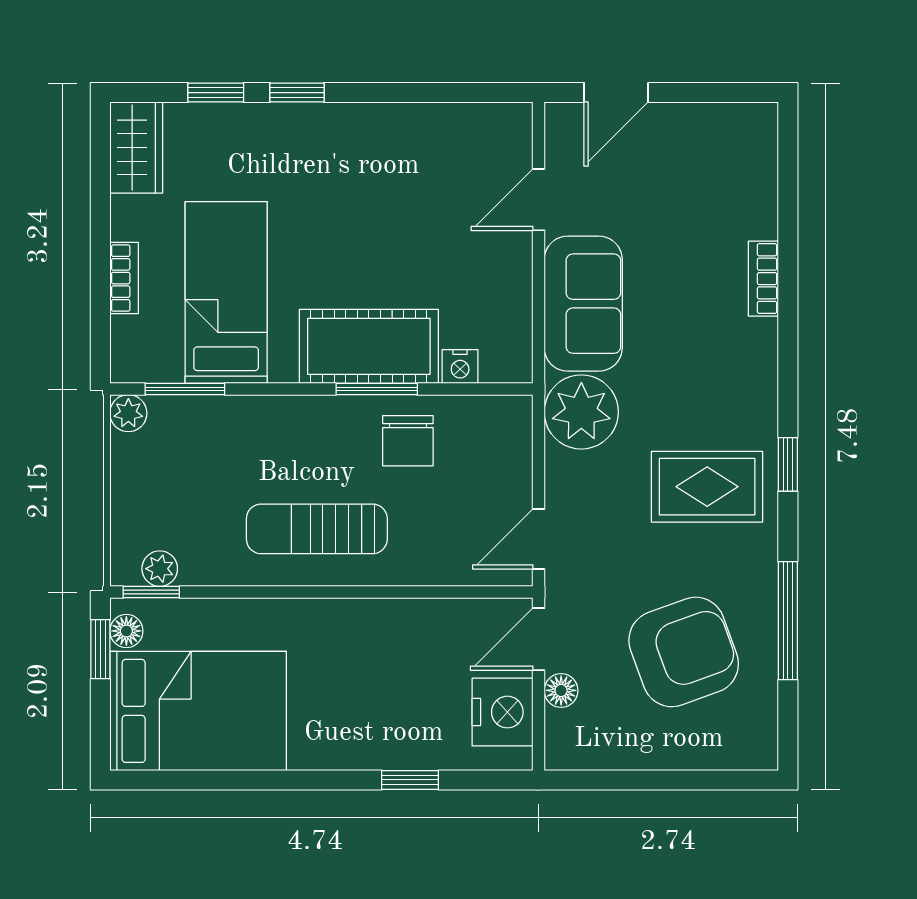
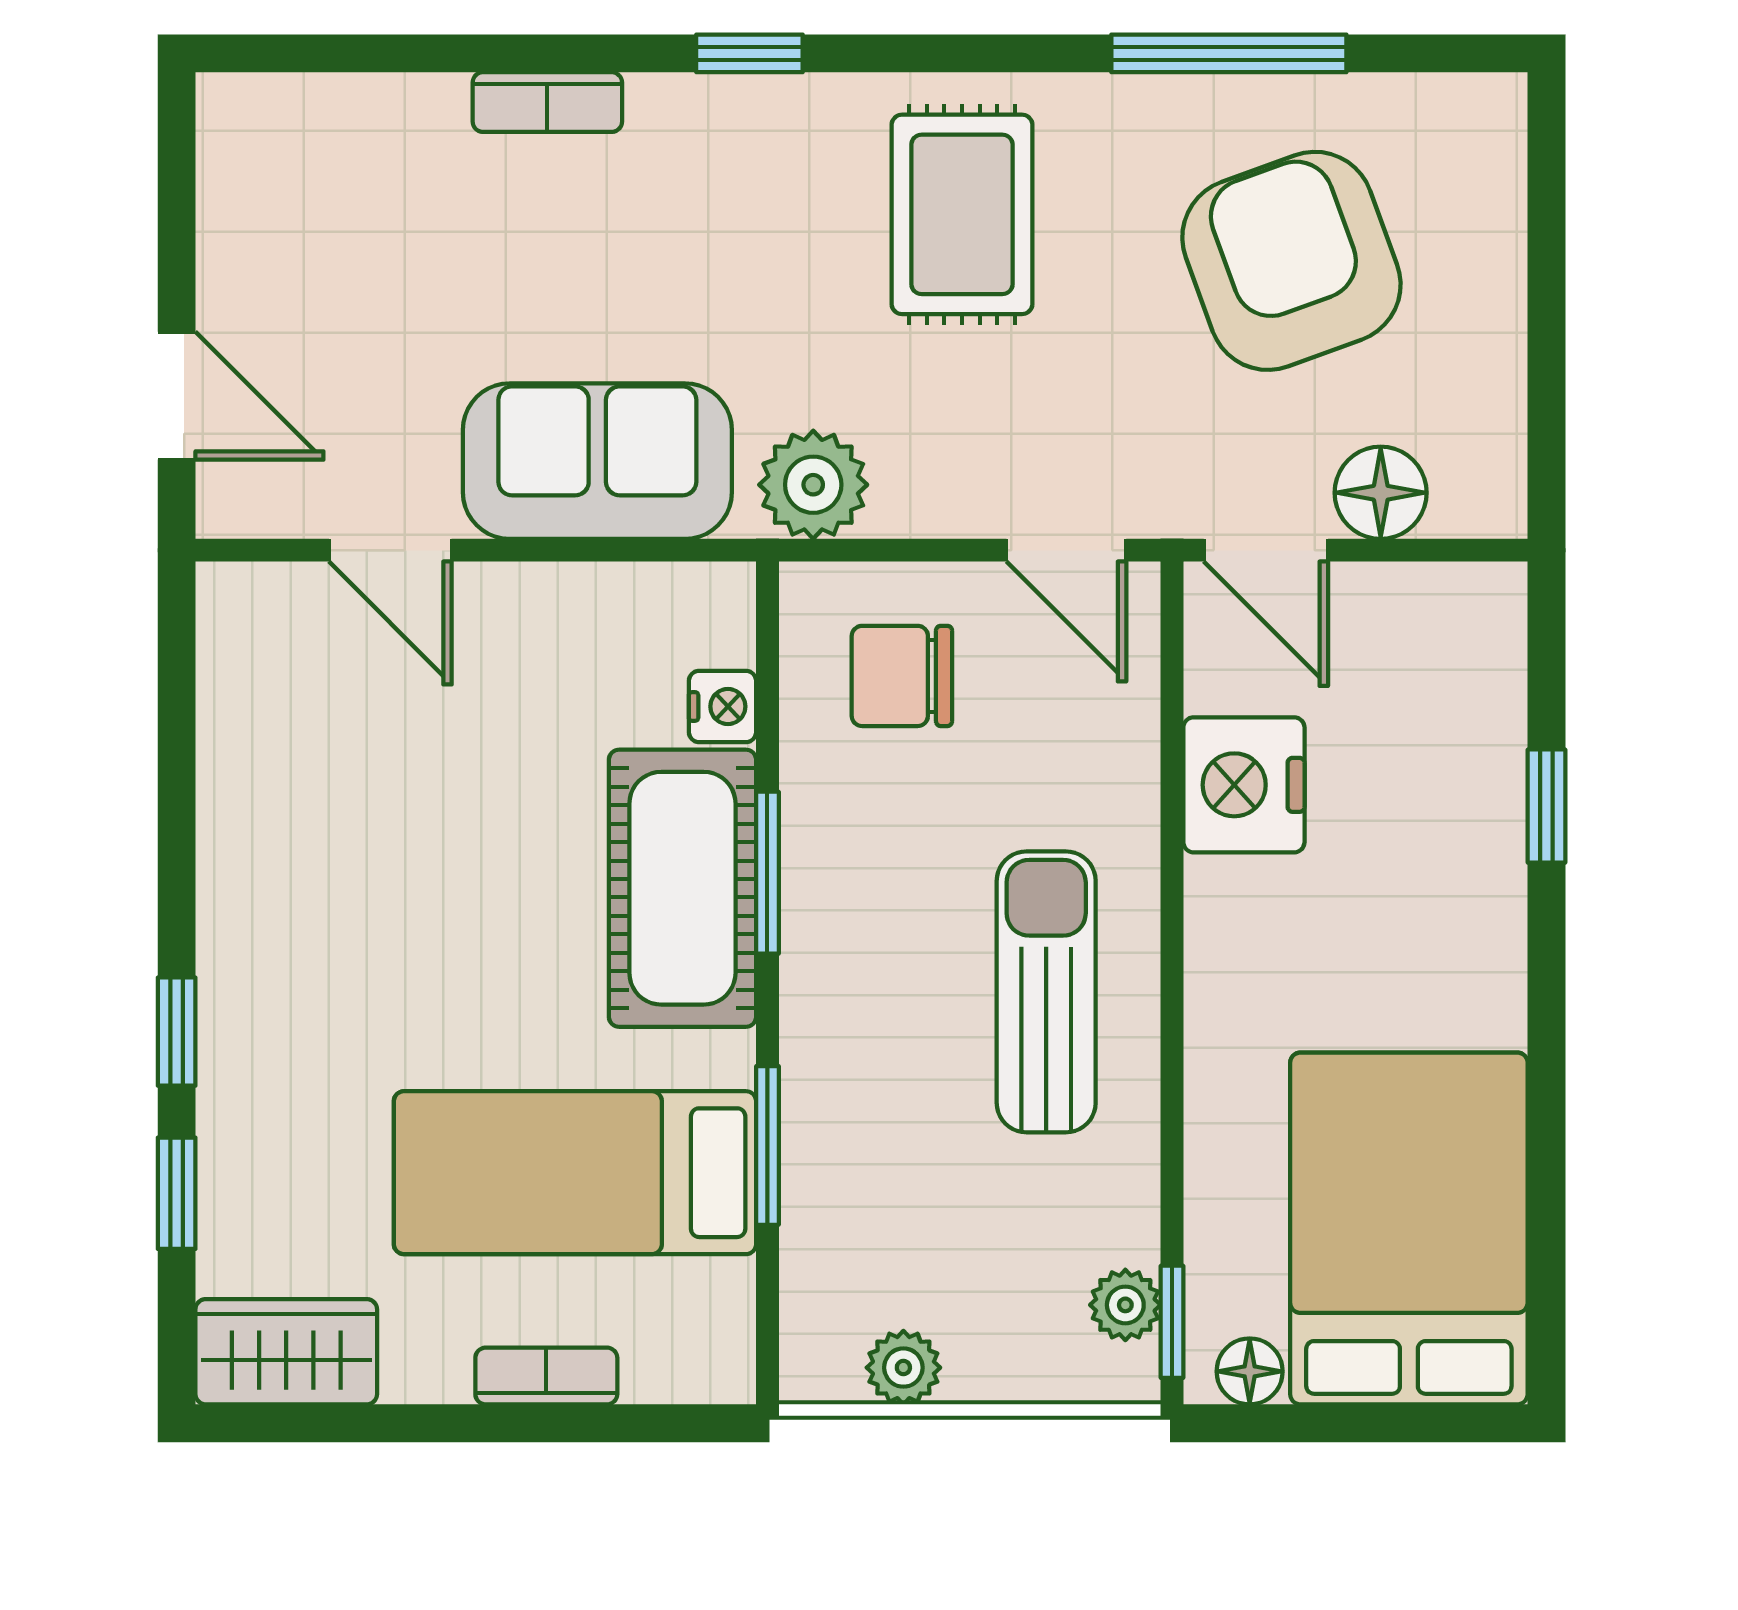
window: (185, 389) -> (767, 1145), moved
plant: (581, 412) -> (813, 485), width x0.73, depth x0.73
plant: (128, 413) -> (903, 1368), moved
chair: (408, 441) -> (902, 676), moved, turned 180
window: (788, 464) -> (749, 53), moved
sun lounger: (317, 529) -> (1046, 992), turned 180
window: (100, 649) -> (1286, 1423), removed
floor lamp: (561, 690) -> (1381, 493), width x1.37, depth x1.37
nightstand: (502, 712) -> (1244, 785), moved, turned -90

